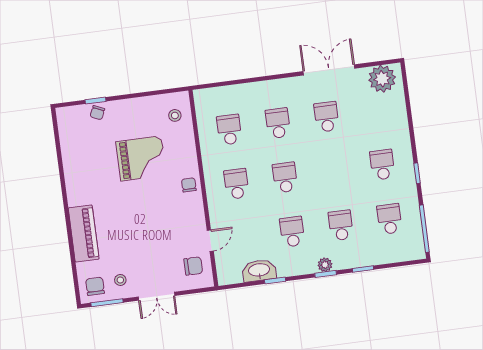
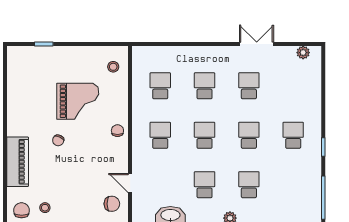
double door: (329, 70) -> (257, 44), width x0.73
plant: (382, 79) -> (303, 53), width x0.53, depth x0.53
chair: (97, 113) -> (58, 140), moved
school desk: (389, 219) -> (249, 135), moved
door: (210, 241) -> (130, 183), swing flipped

